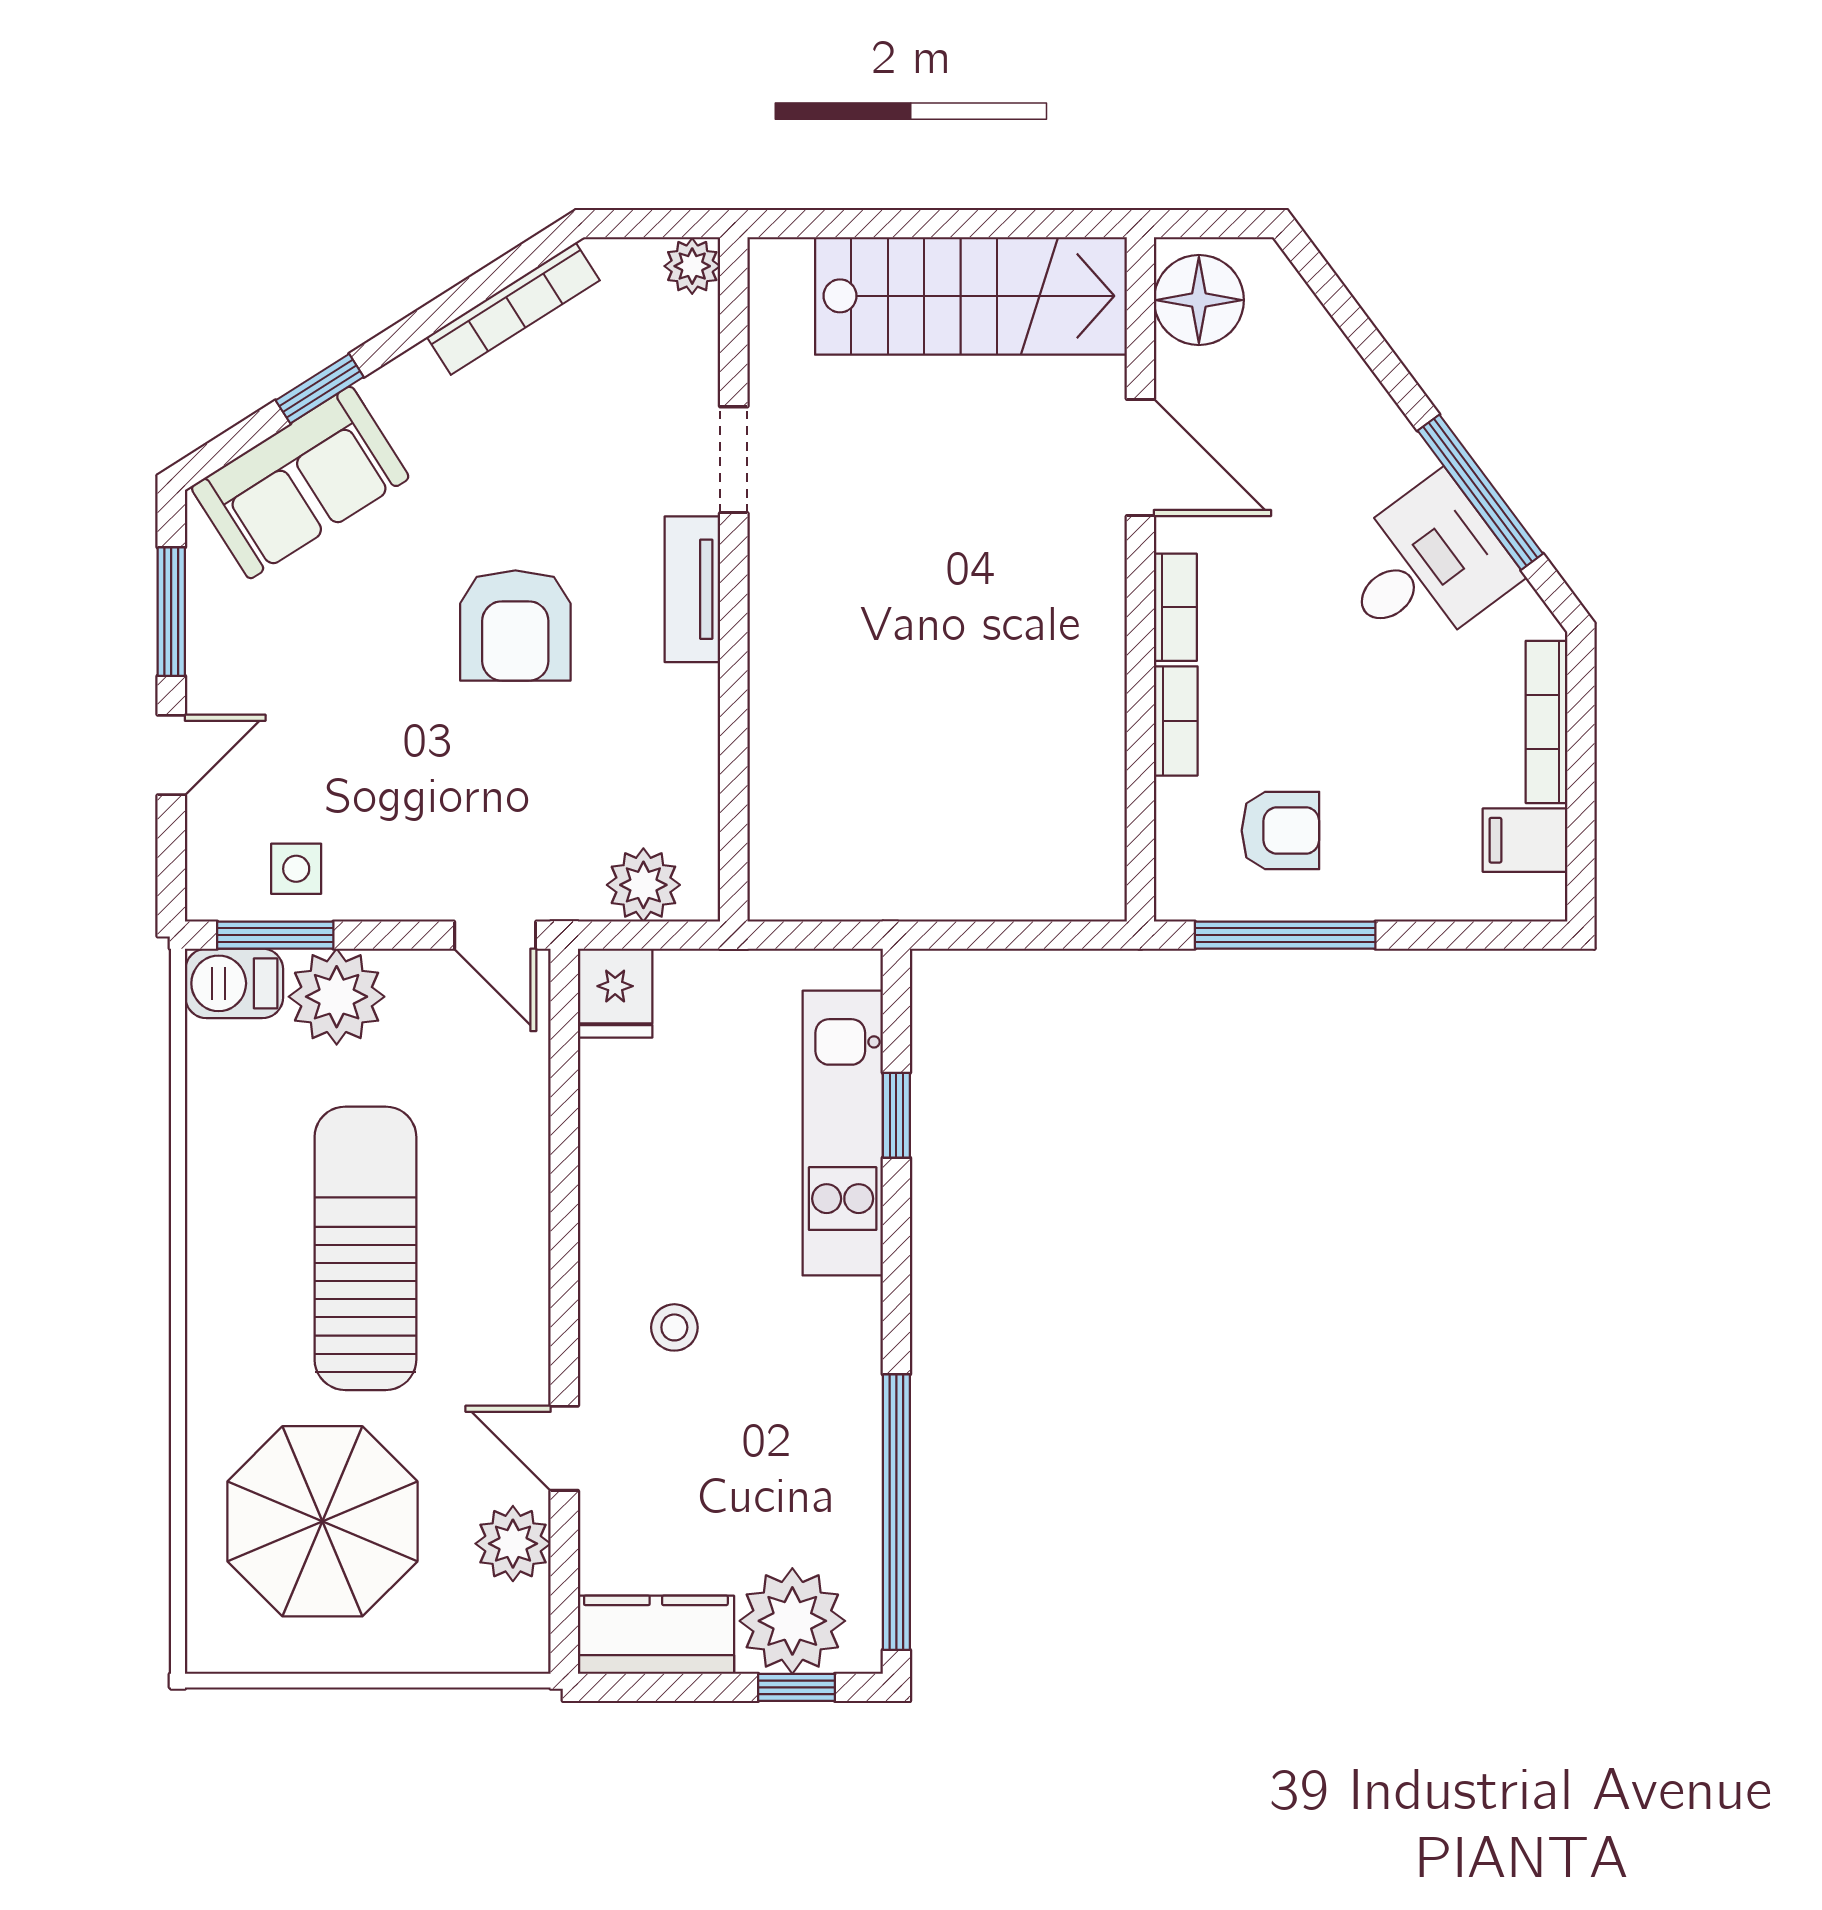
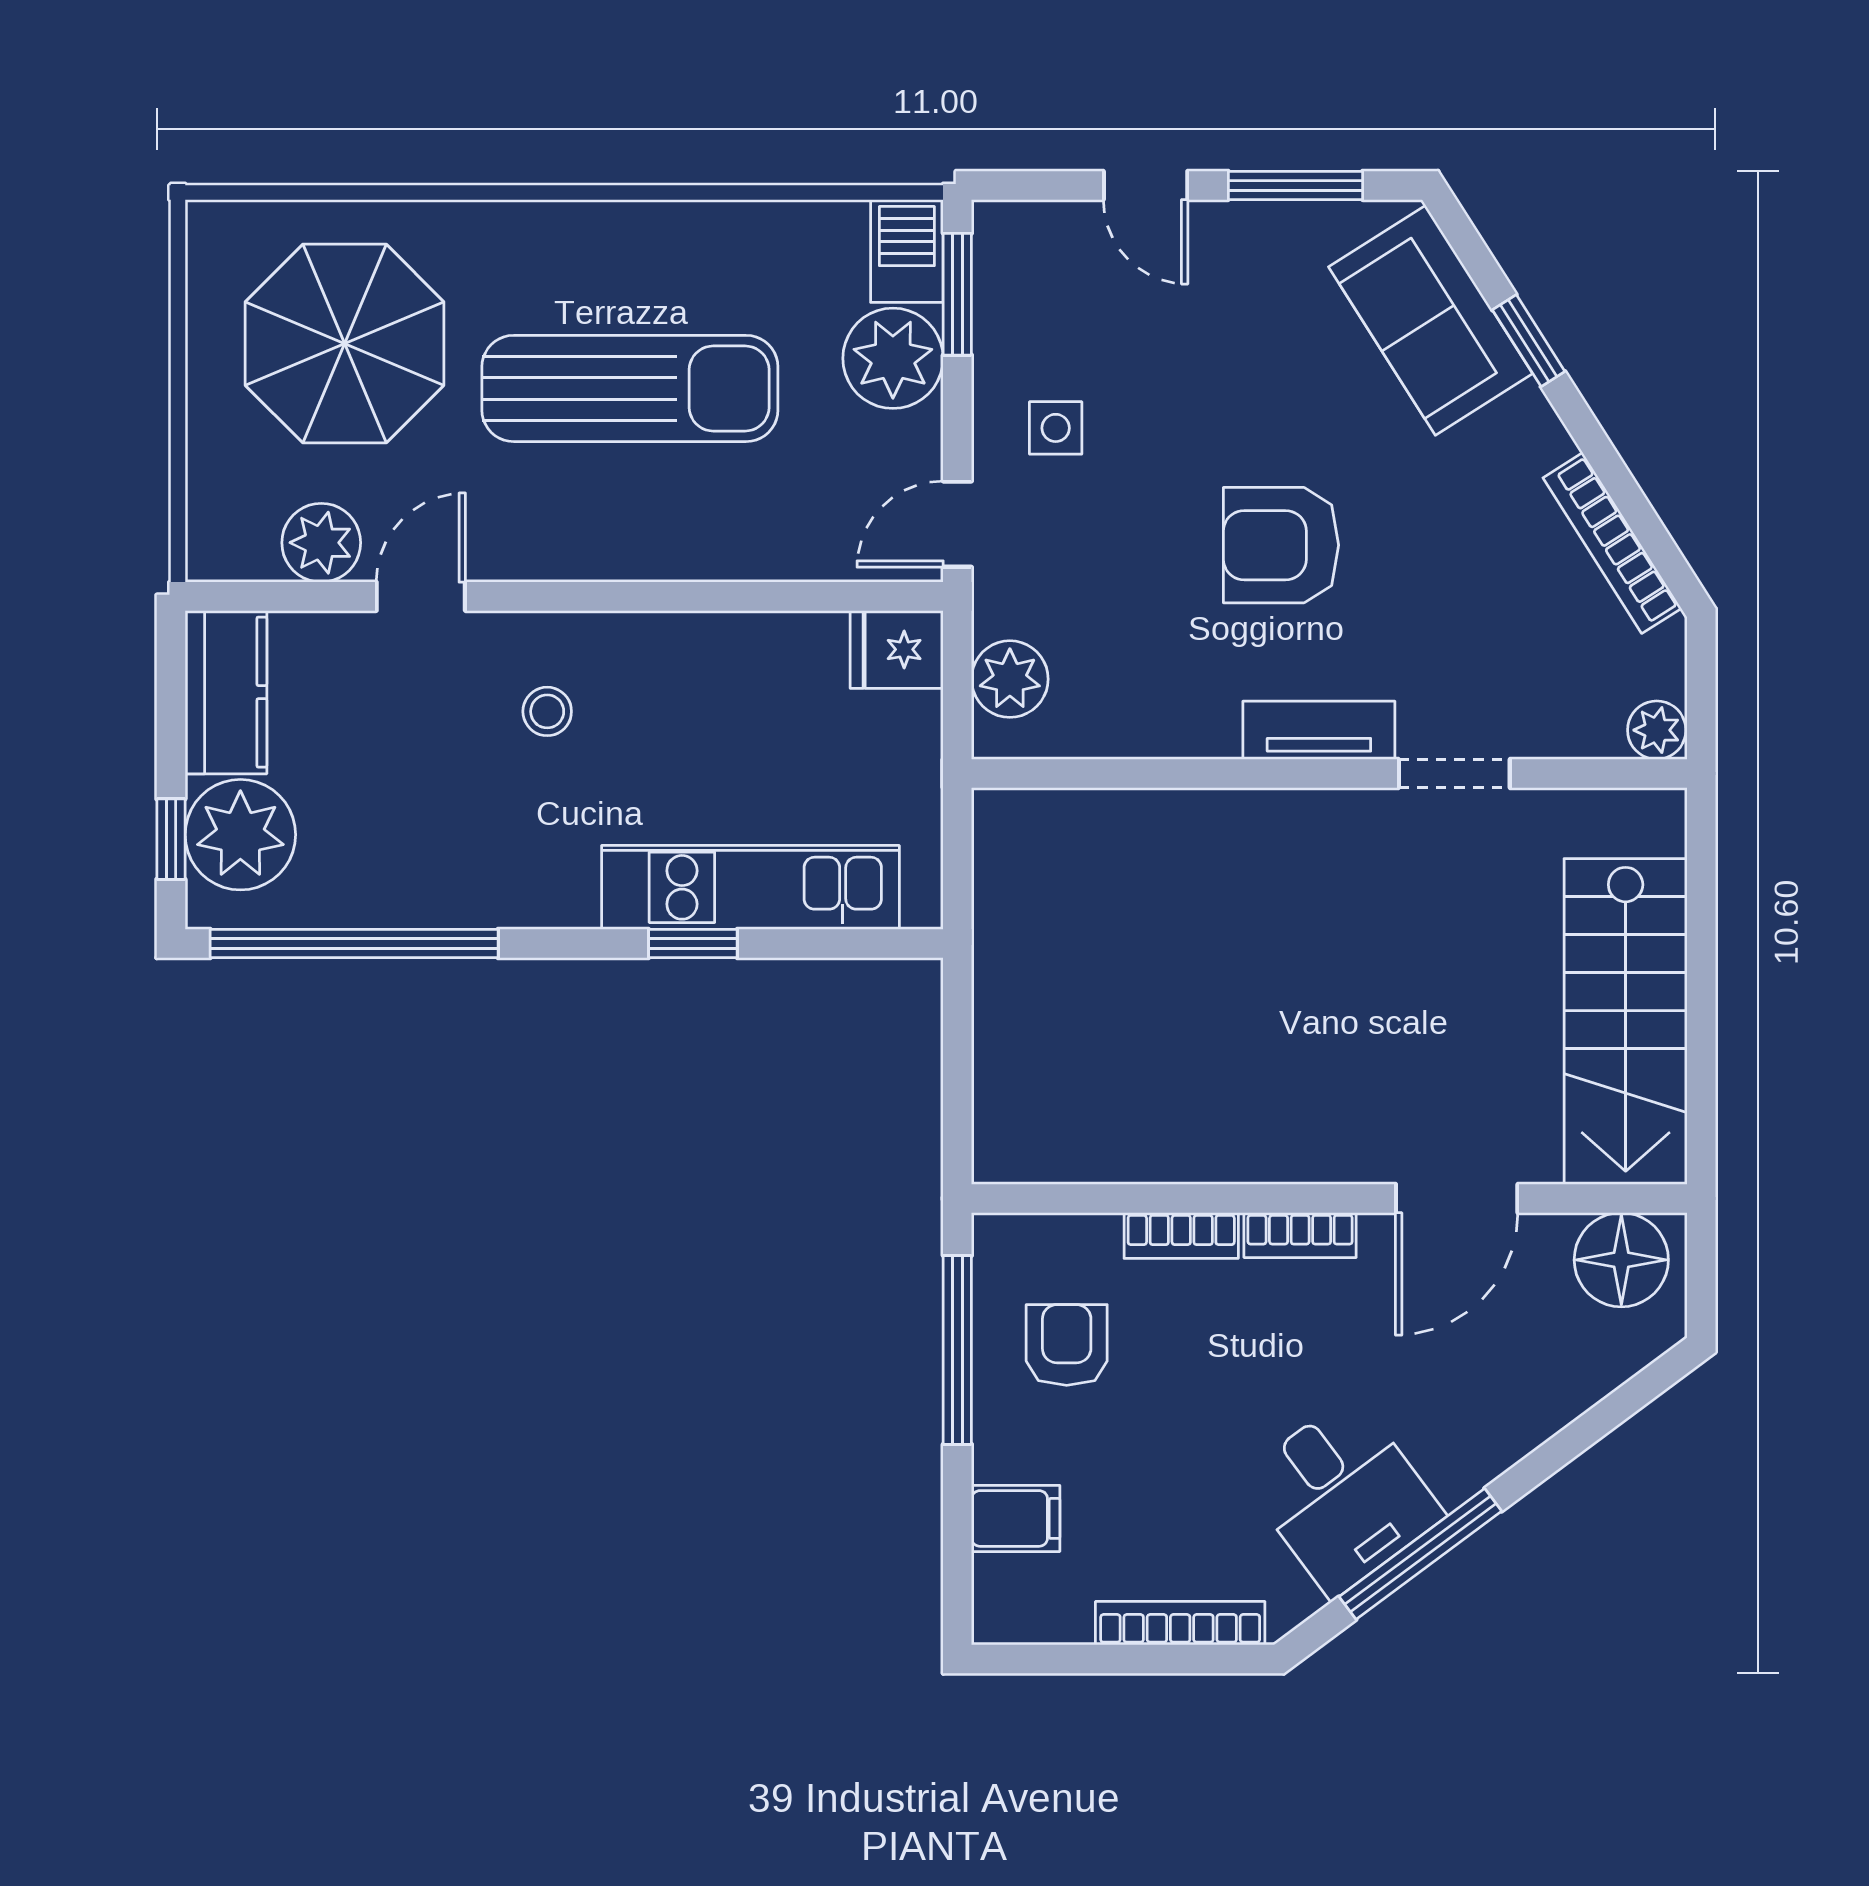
armchair: (1280, 831) -> (1067, 1345), turned 180
filing cabinet: (1525, 840) -> (1016, 1518), moved, turned 90
side table: (296, 869) -> (1056, 428), moved
window: (896, 1115) -> (693, 943), moved

